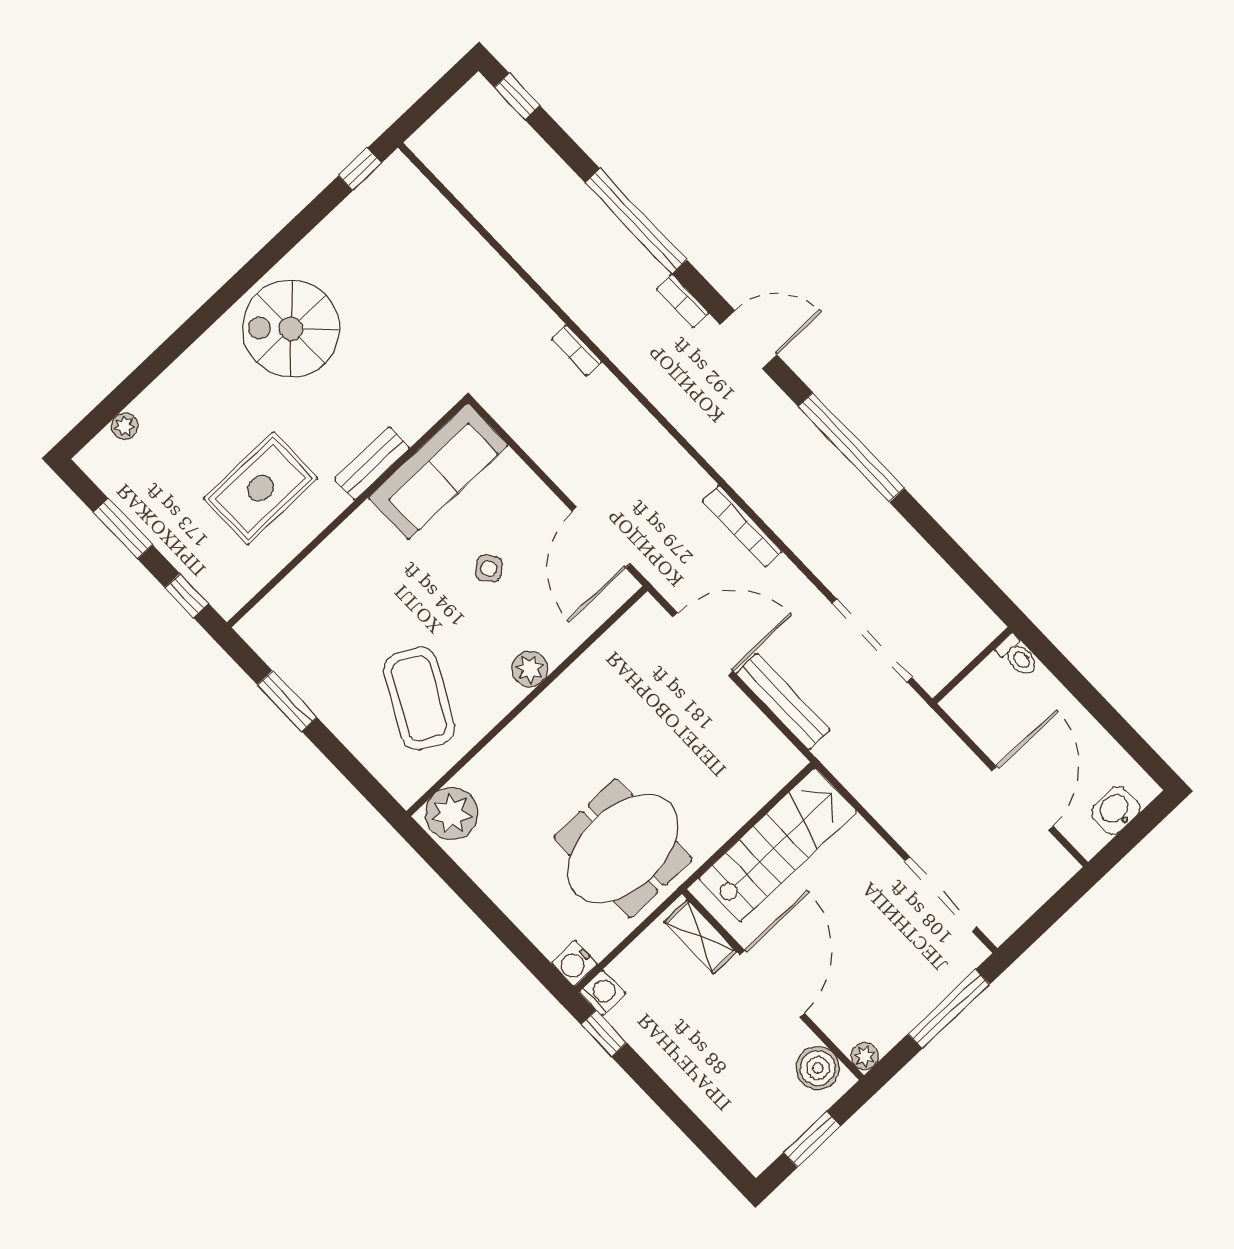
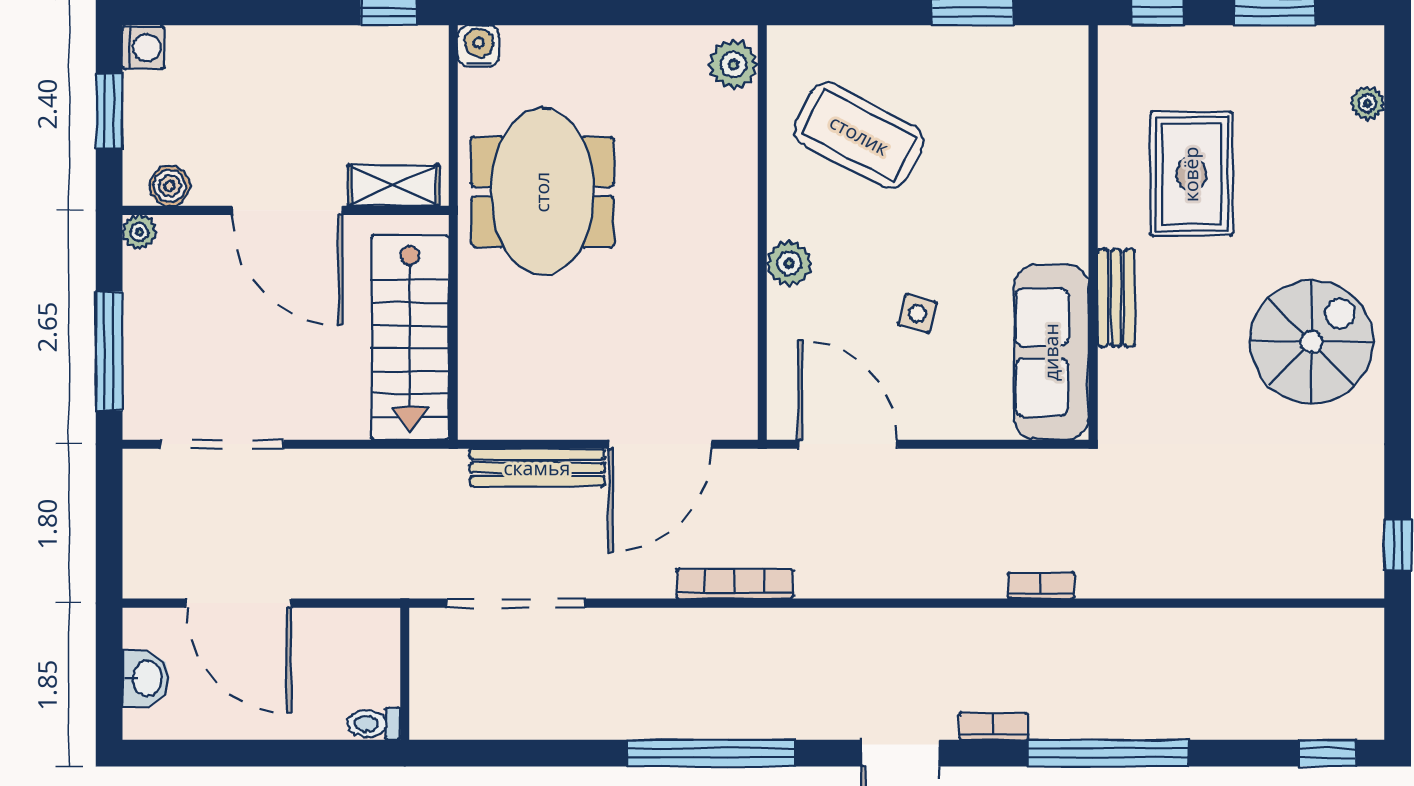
side table: (489, 568) -> (917, 314), turned -37
plant: (452, 814) -> (733, 65), width x0.73, depth x0.73
washing machine: (602, 993) -> (143, 48), moved, turned -90
boiler: (818, 1068) -> (170, 186), width x0.73, depth x0.73

